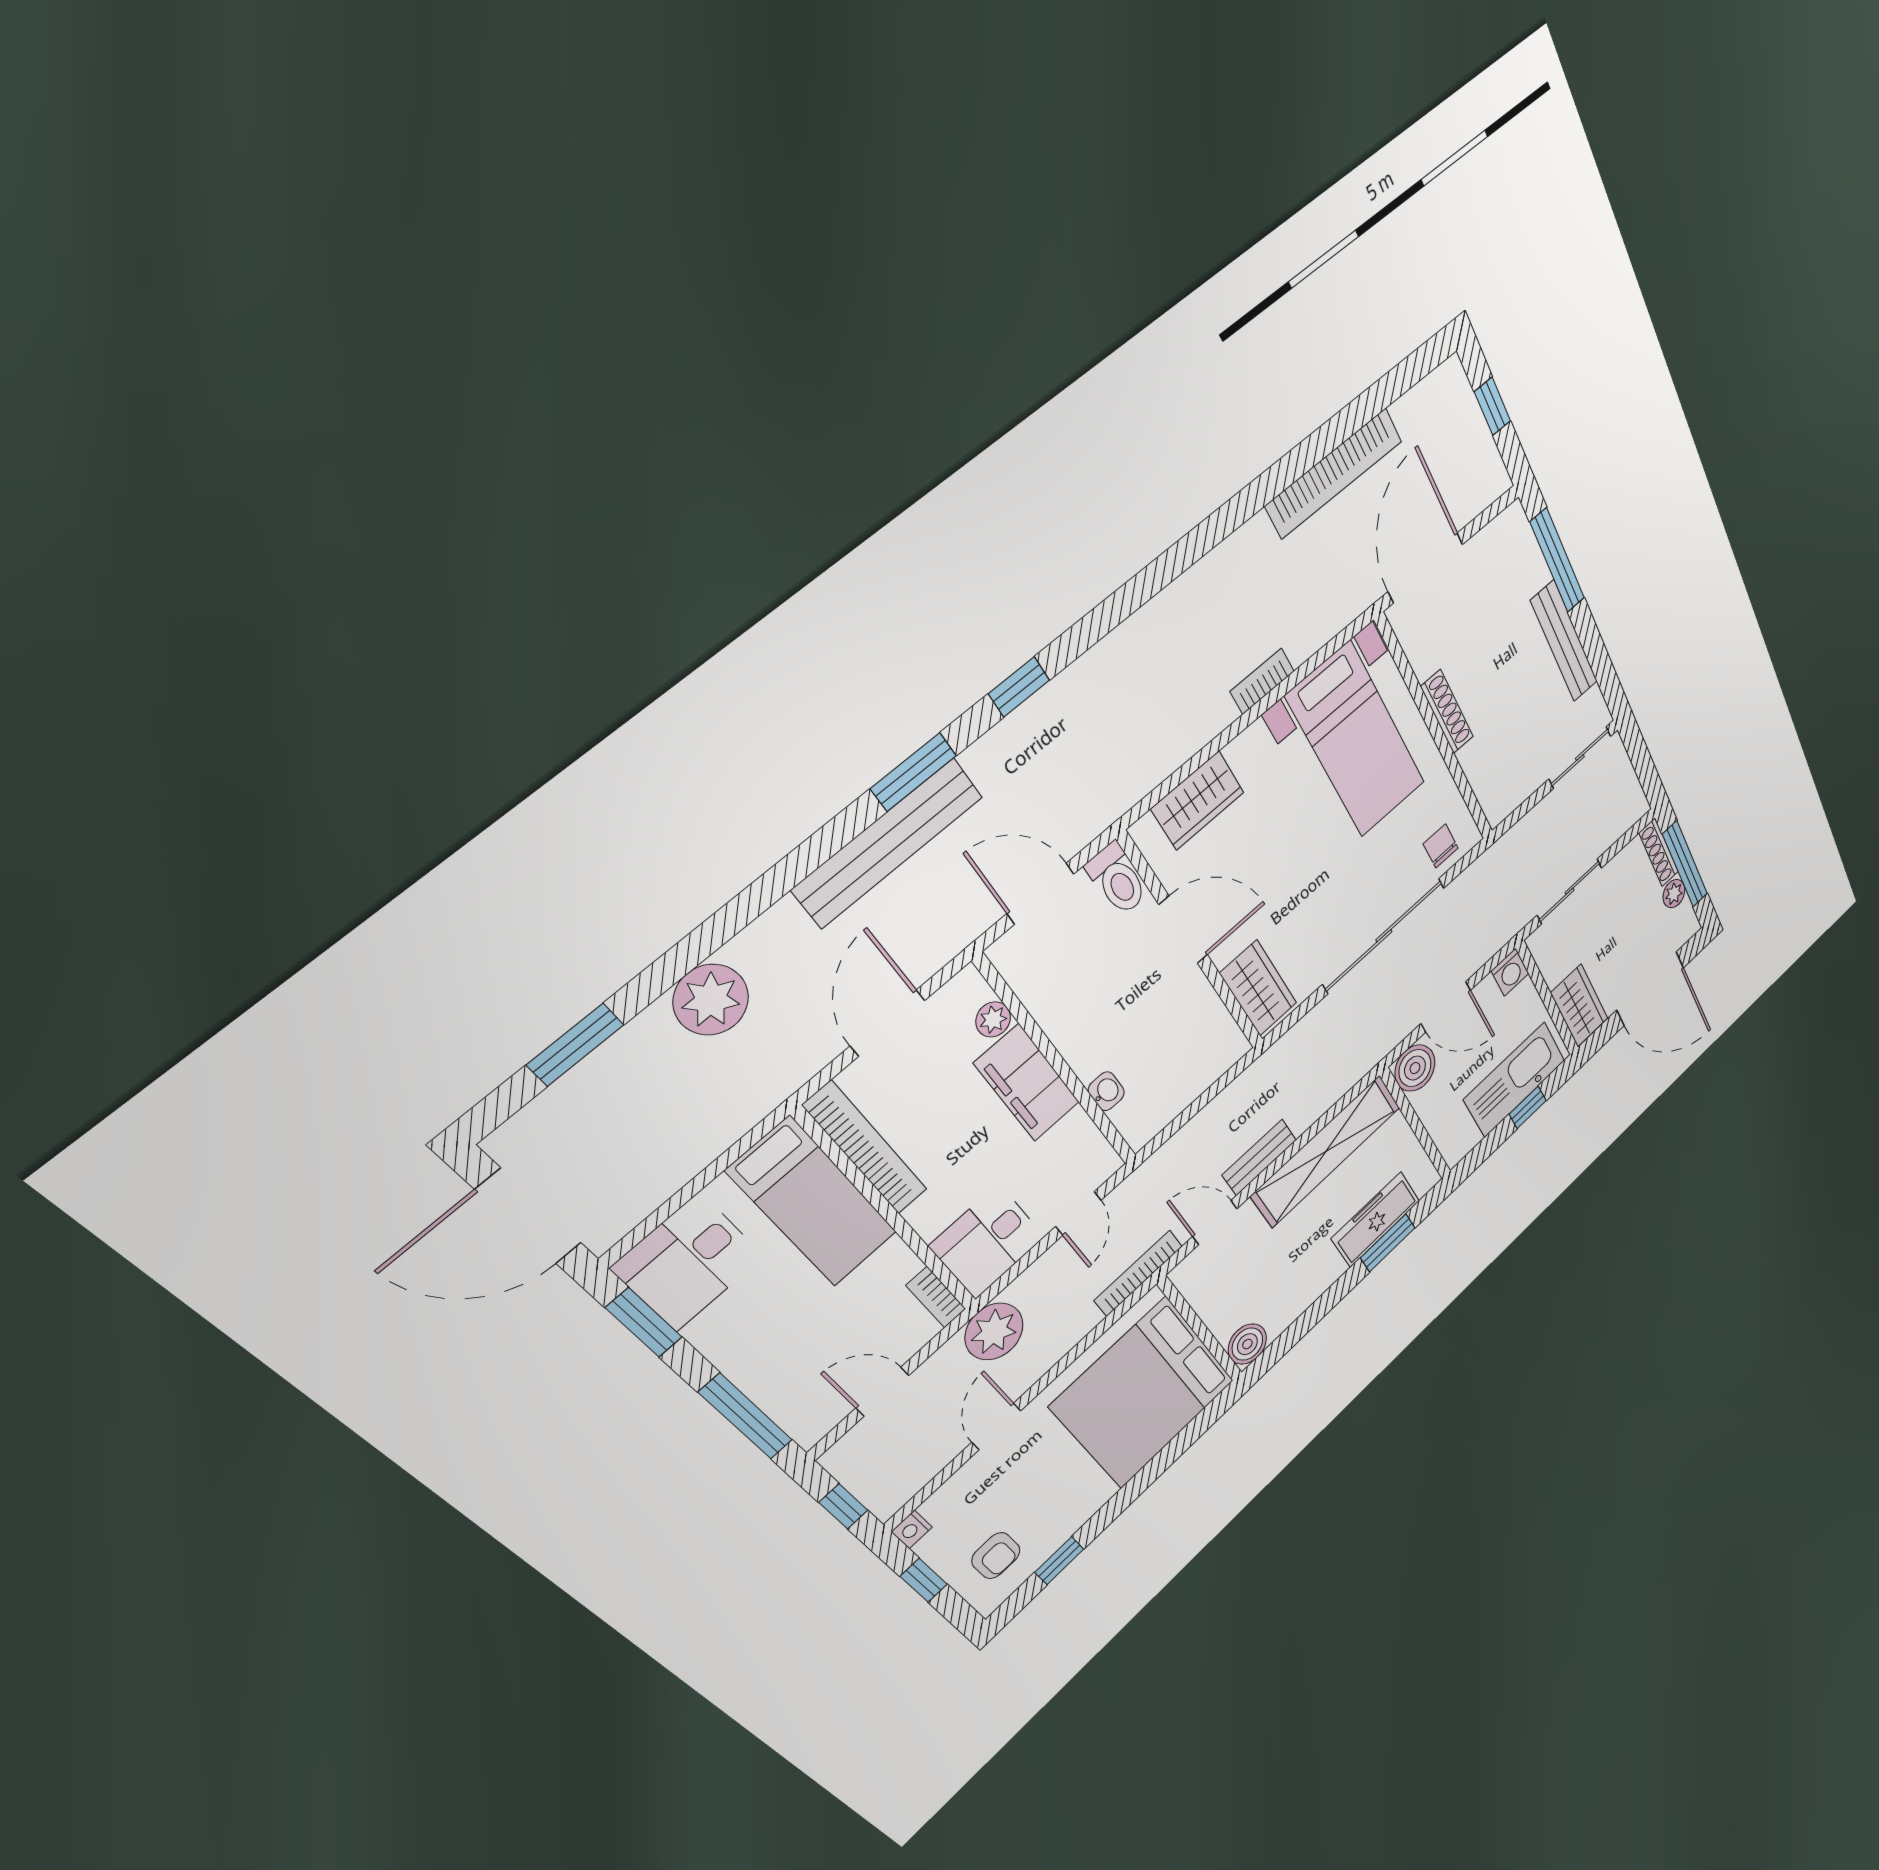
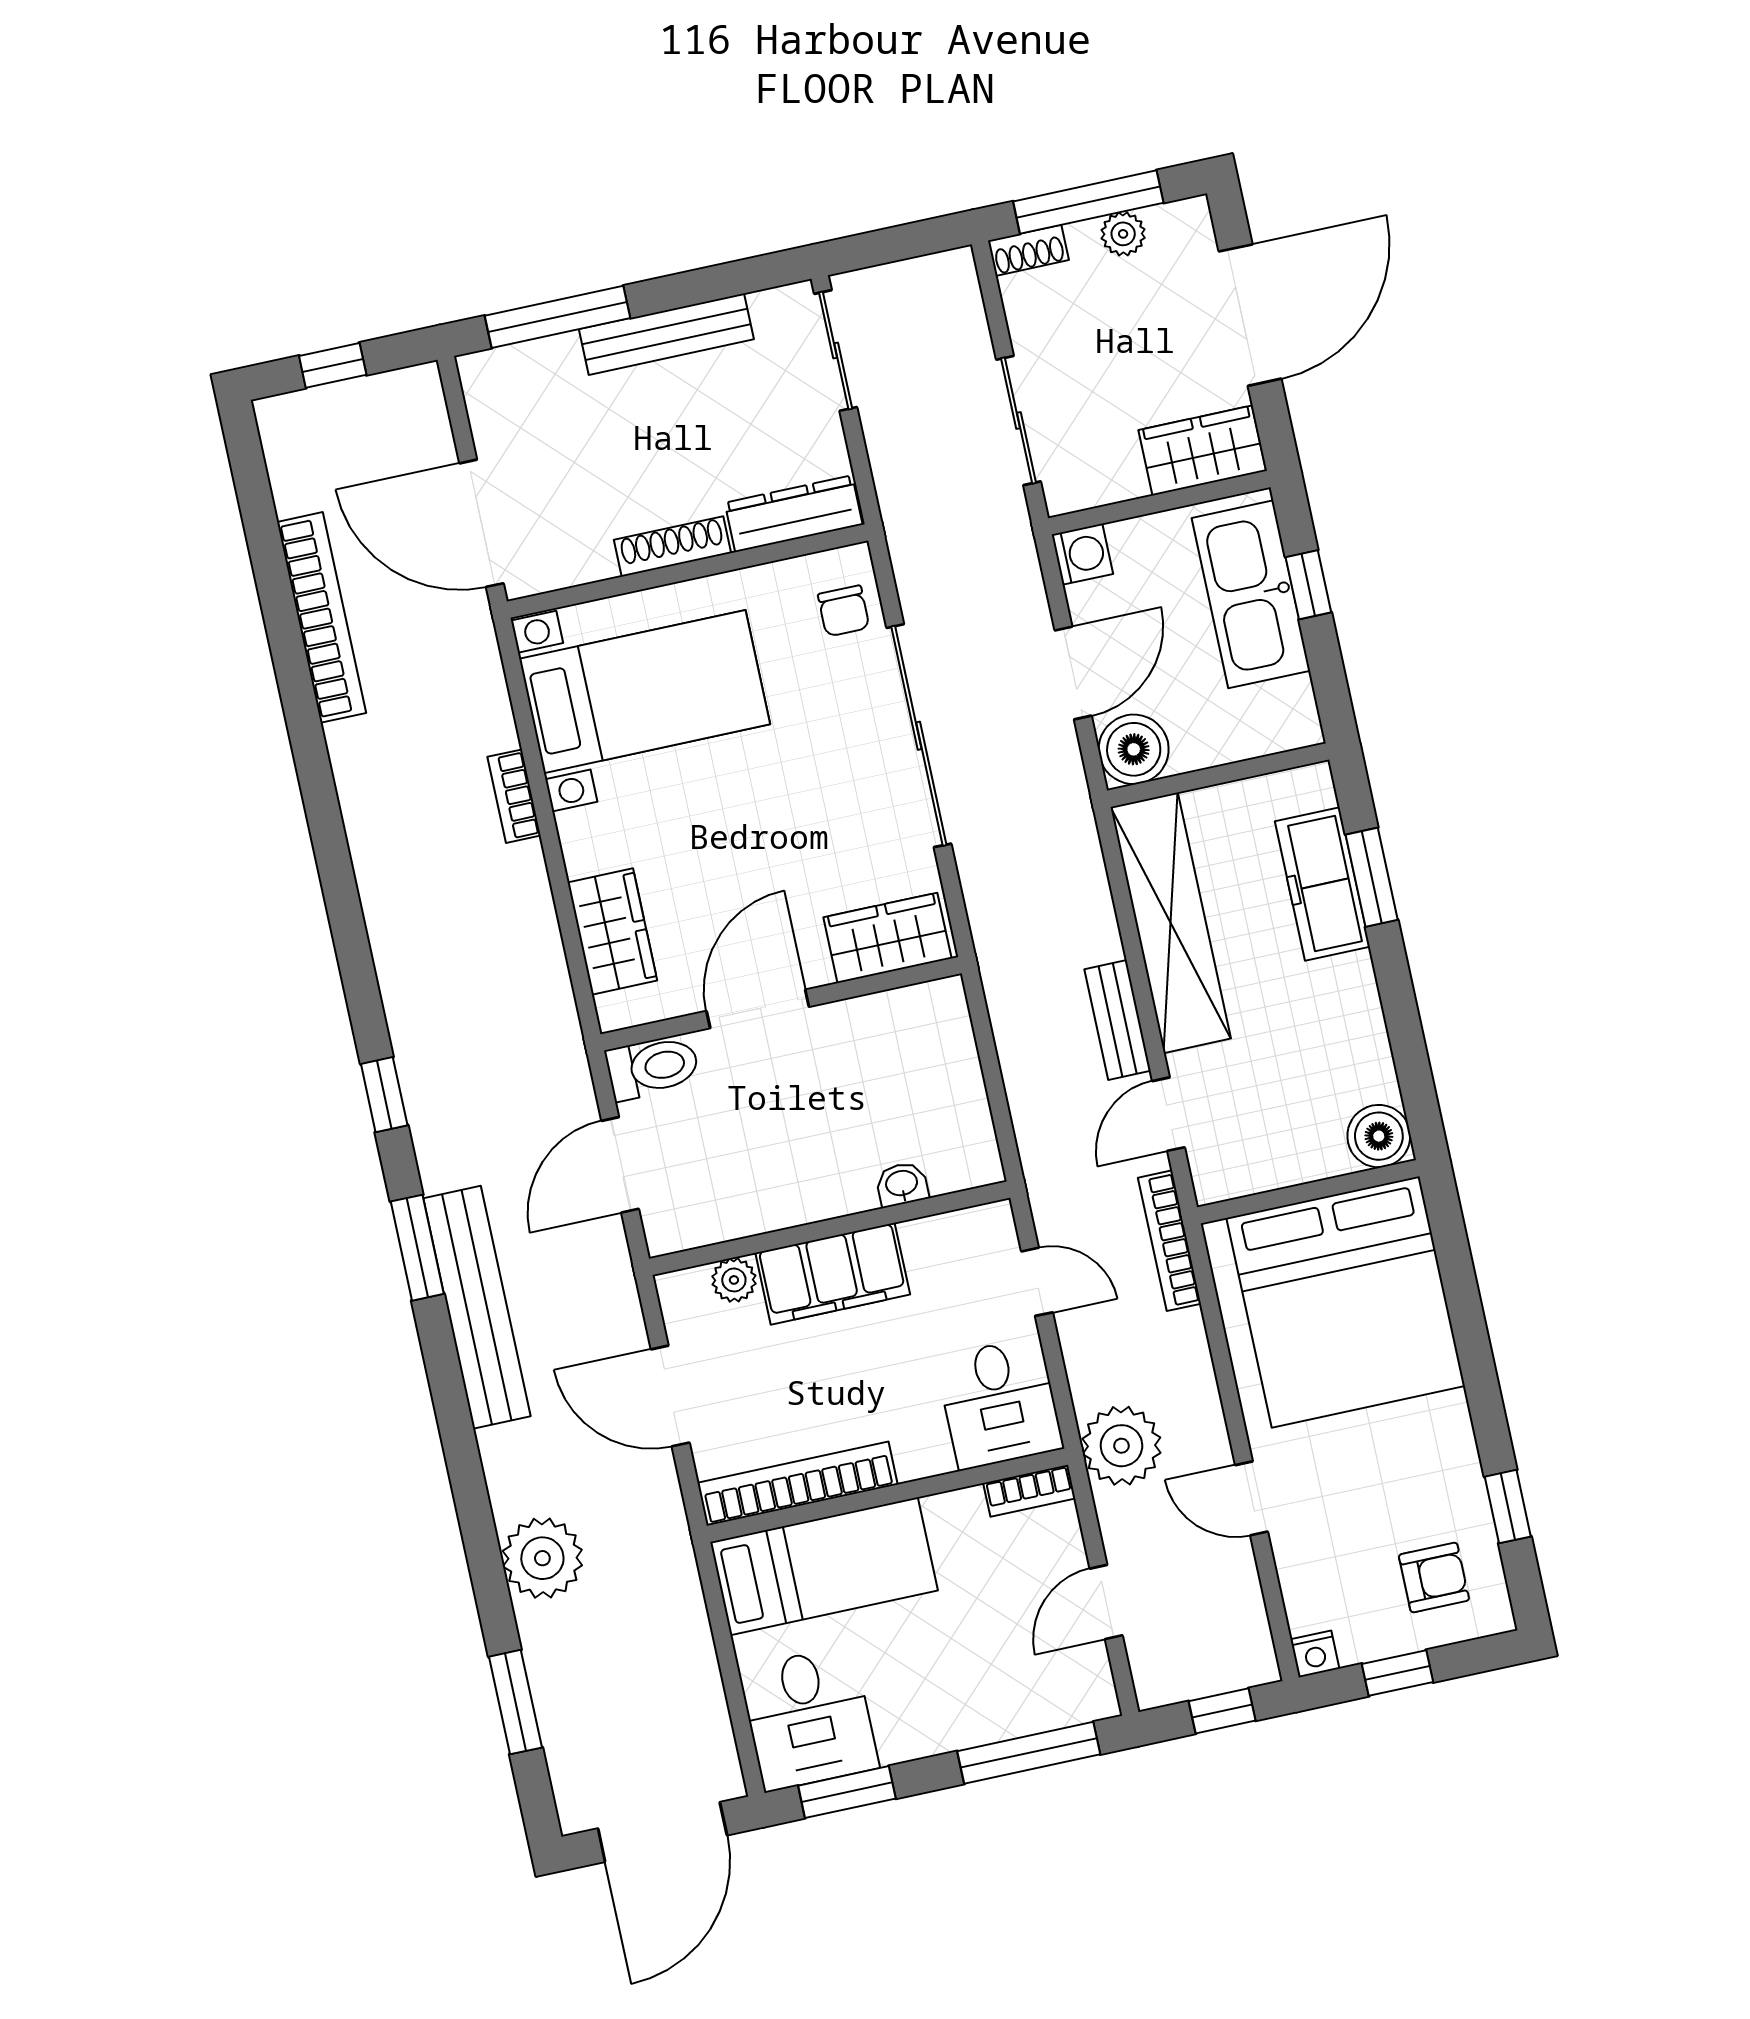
dresser: (1486, 782) -> (794, 514), added
chair: (1441, 846) -> (844, 611), turned -90
shoe rack: (1659, 852) -> (1028, 250), width x0.70

